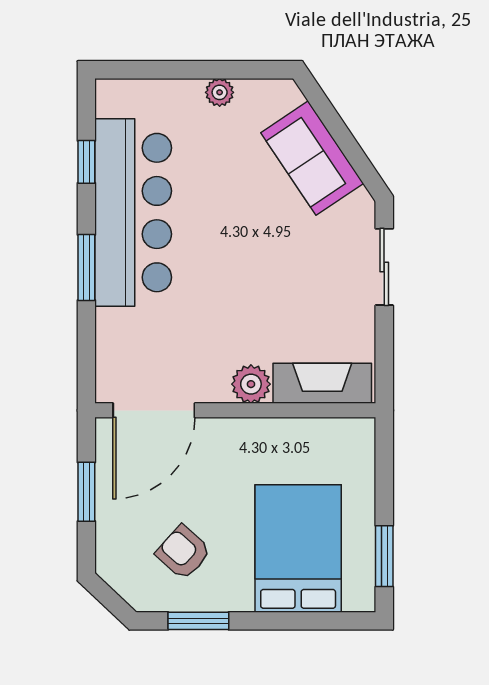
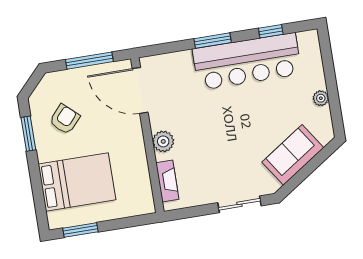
fireplace: (322, 383) -> (167, 181), width x0.73, depth x0.76
window: (86, 492) -> (89, 61), width x1.44

